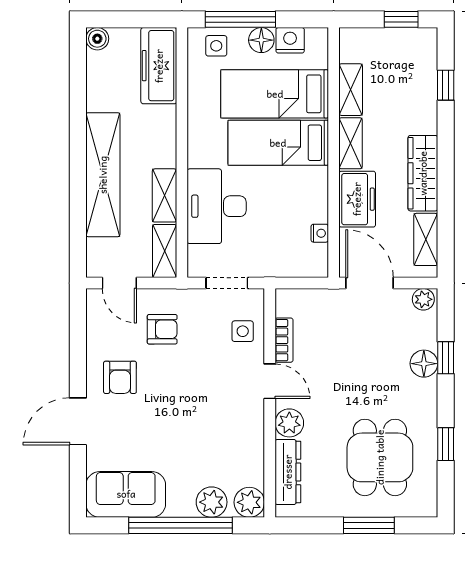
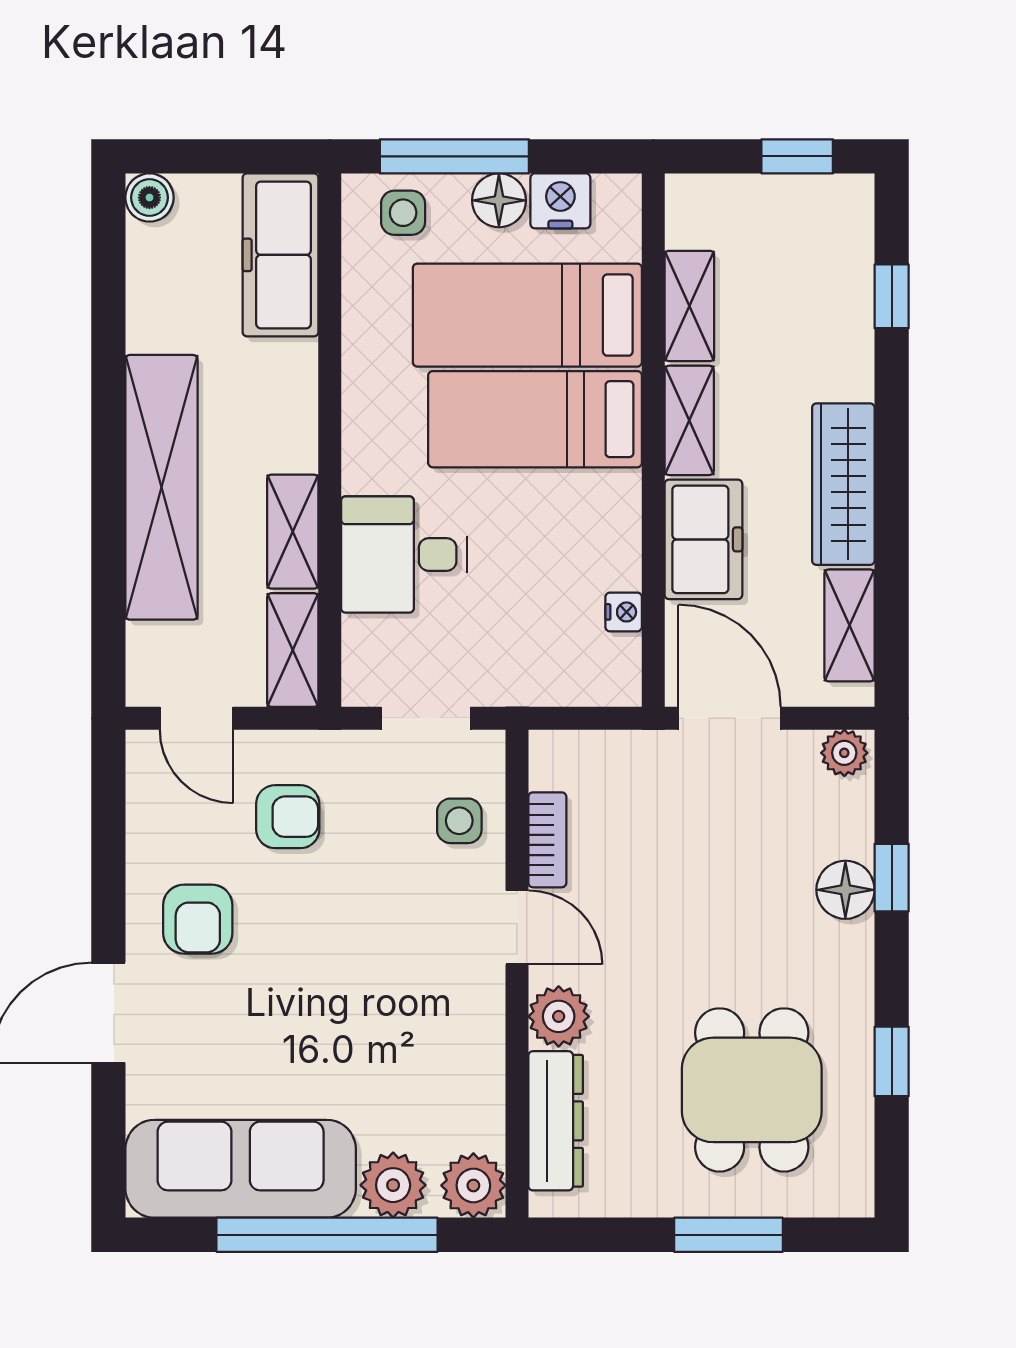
desk: (217, 206) -> (404, 554), width x0.73
sofa: (126, 494) -> (241, 1169), width x1.36

